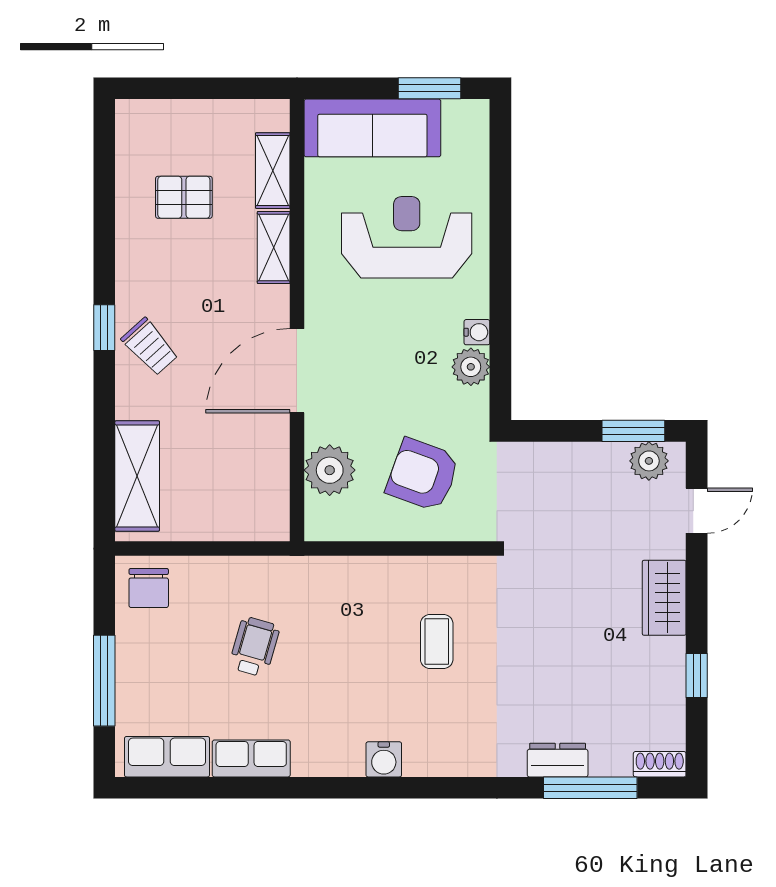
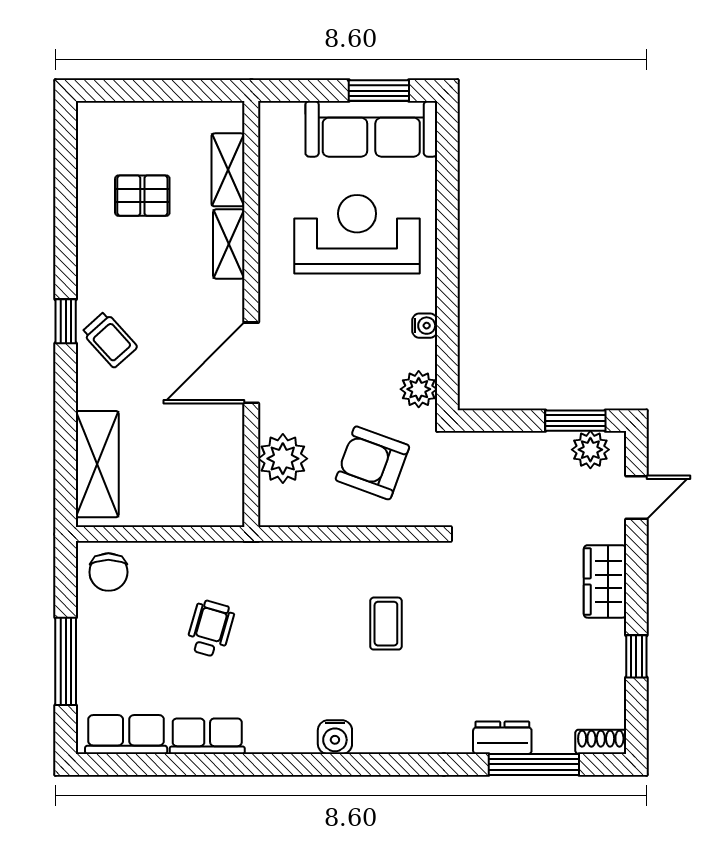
sofa: (372, 128) -> (371, 129), moved
plant: (471, 367) -> (419, 389), moved

